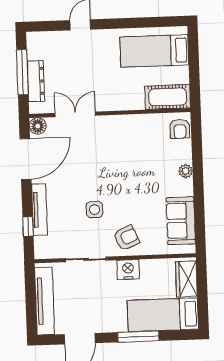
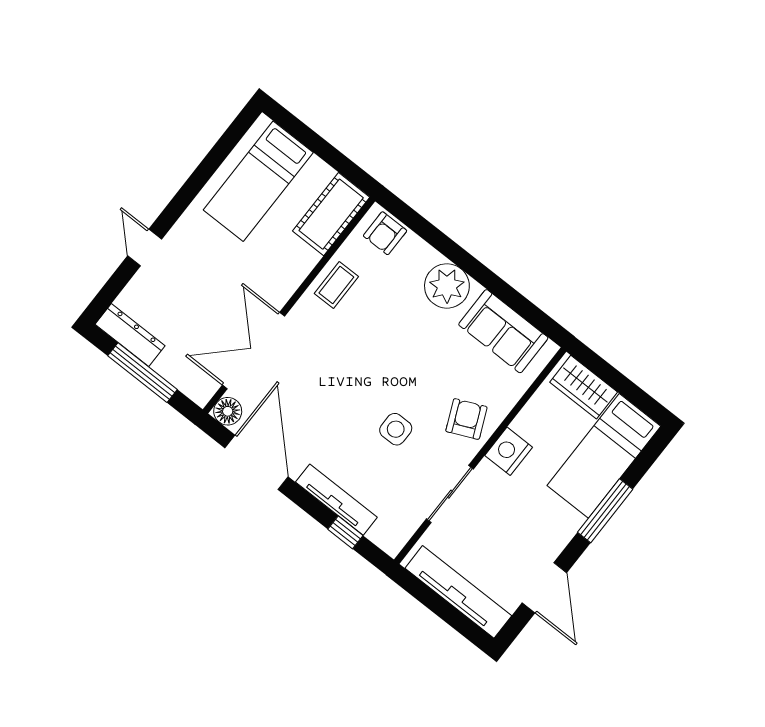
dresser: (36, 81) -> (130, 335), moved
double door: (75, 114) -> (253, 351), width x1.37
coffee table: (137, 127) -> (336, 285), added
armchair: (180, 129) -> (385, 233), turned 90
plant: (186, 171) -> (447, 286), width x1.87, depth x1.87

